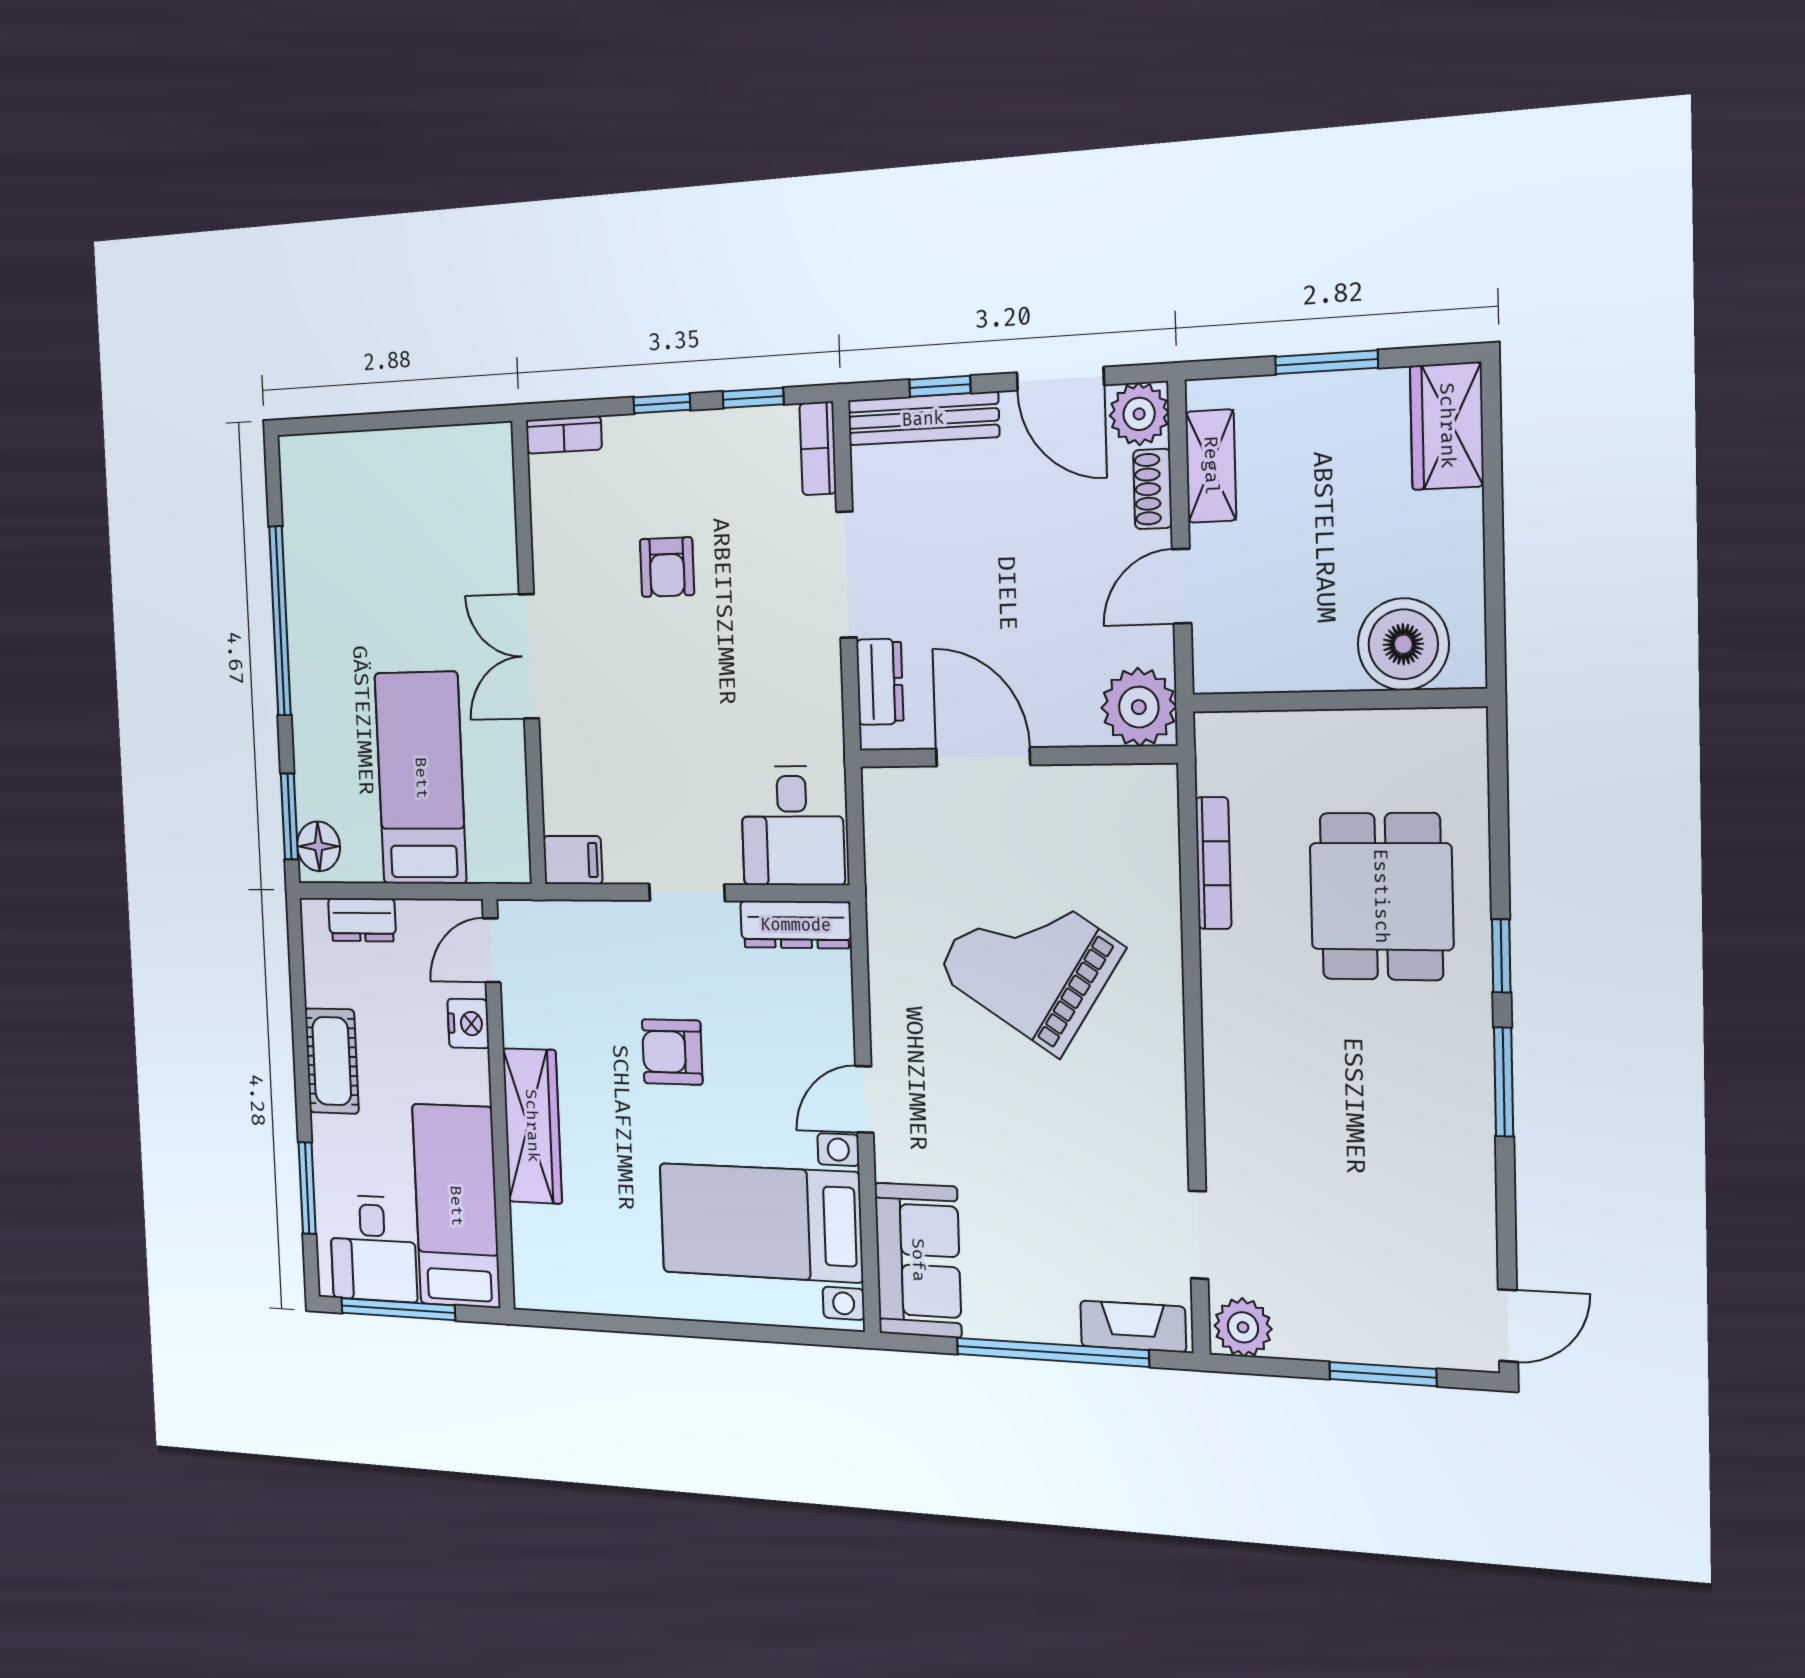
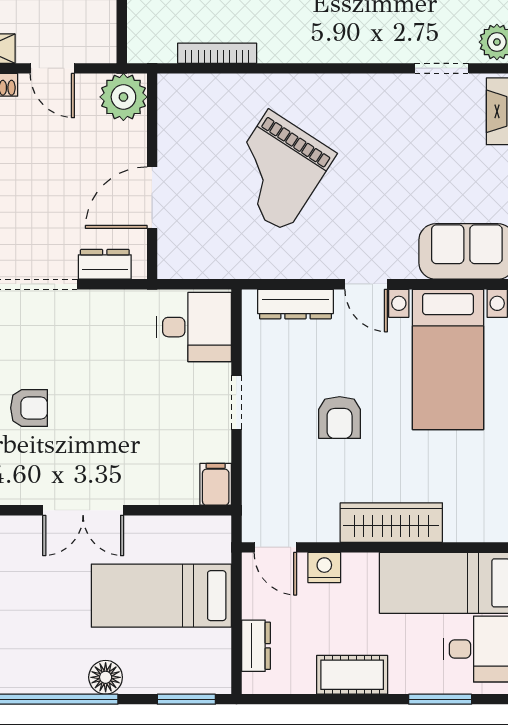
floor lamp: (318, 846) -> (106, 677), moved
dresser: (796, 925) -> (295, 304), moved, turned 90

